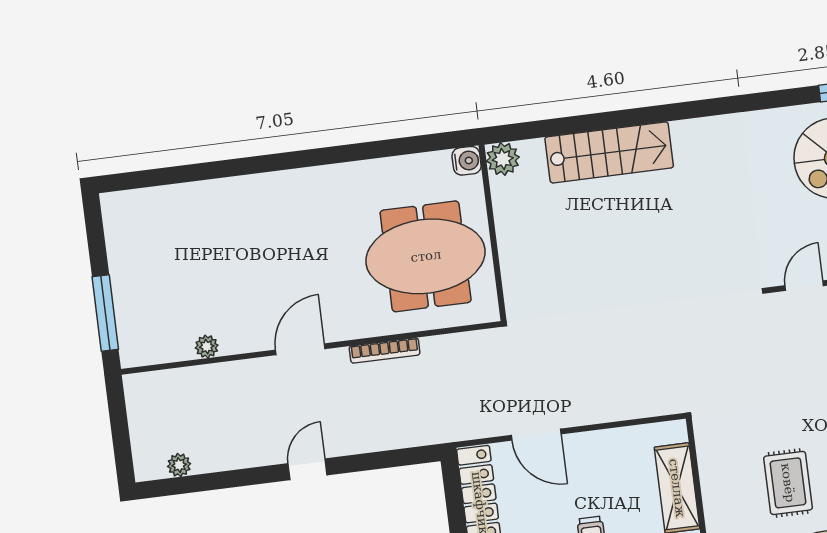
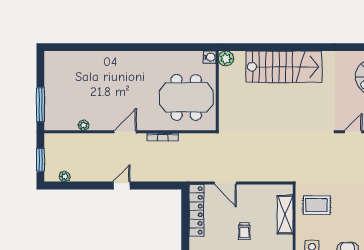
stairs: (609, 152) -> (284, 67), width x1.36, depth x1.51
window: (121, 435) -> (40, 160), added
rug: (788, 483) -> (317, 205), moved, turned 90

